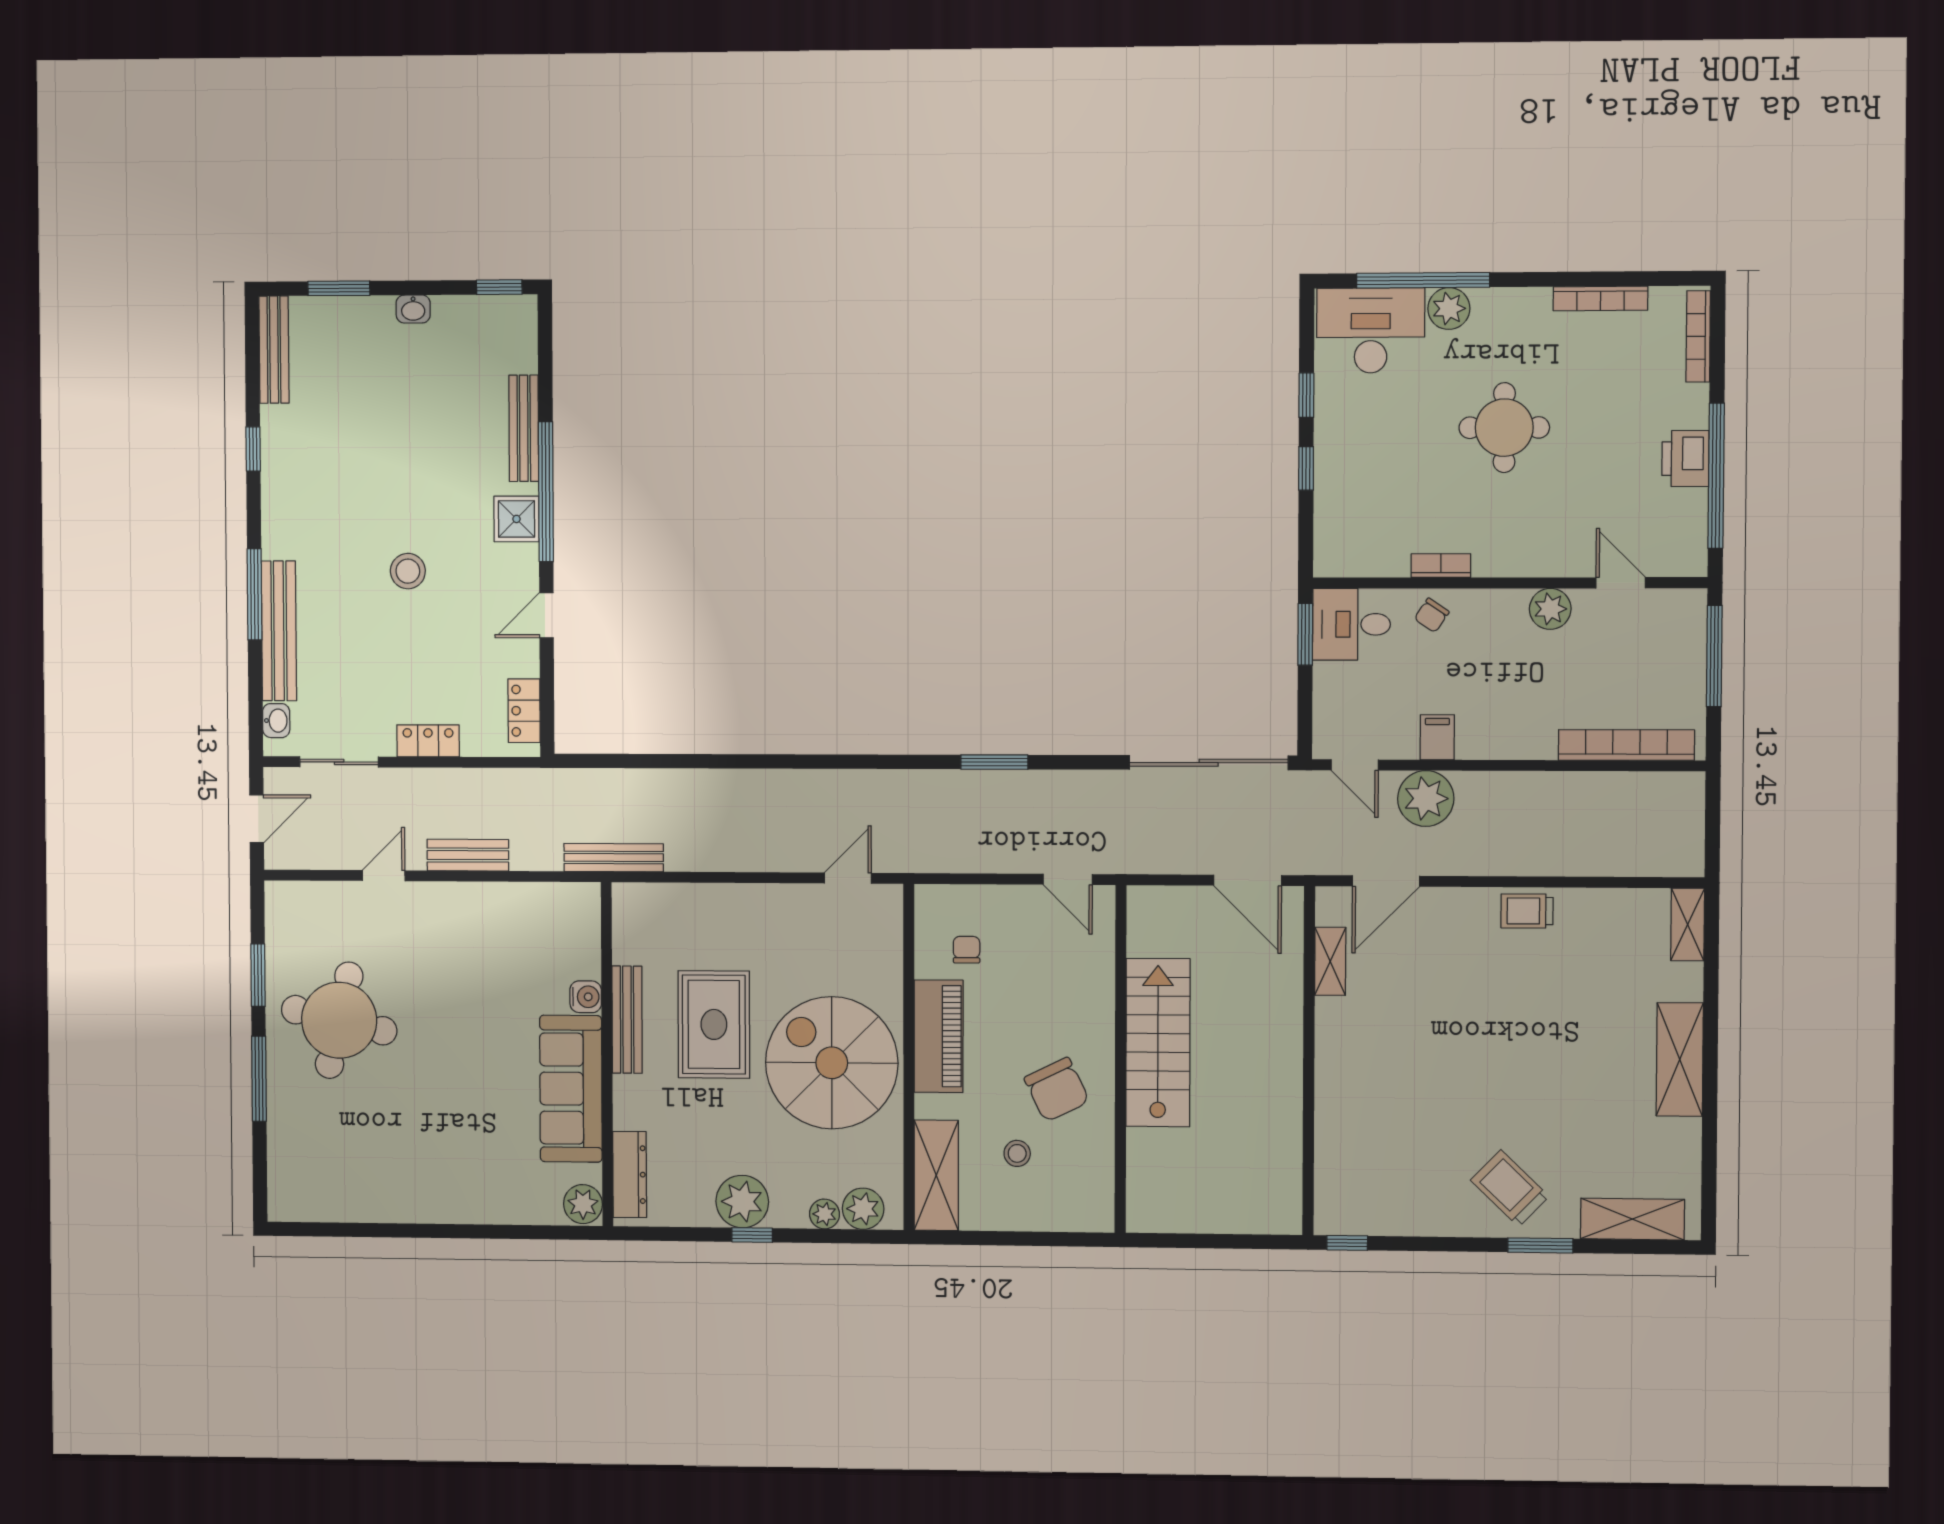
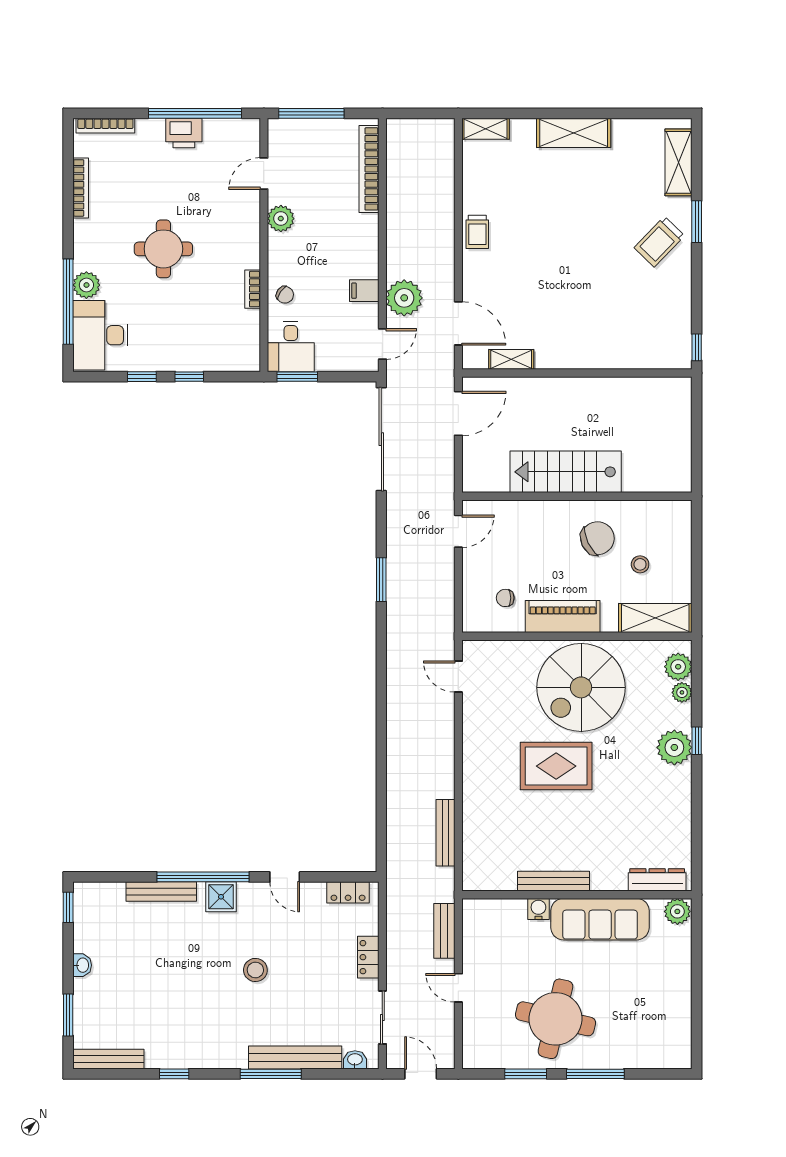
water cooler: (586, 997) -> (538, 909), moved
bench: (627, 1020) -> (553, 881), moved
wall: (607, 1055) -> (577, 895), moved
sofa: (571, 1089) -> (600, 919), moved
dresser: (630, 1174) -> (657, 880), moved
plant: (583, 1204) -> (677, 911), moved

